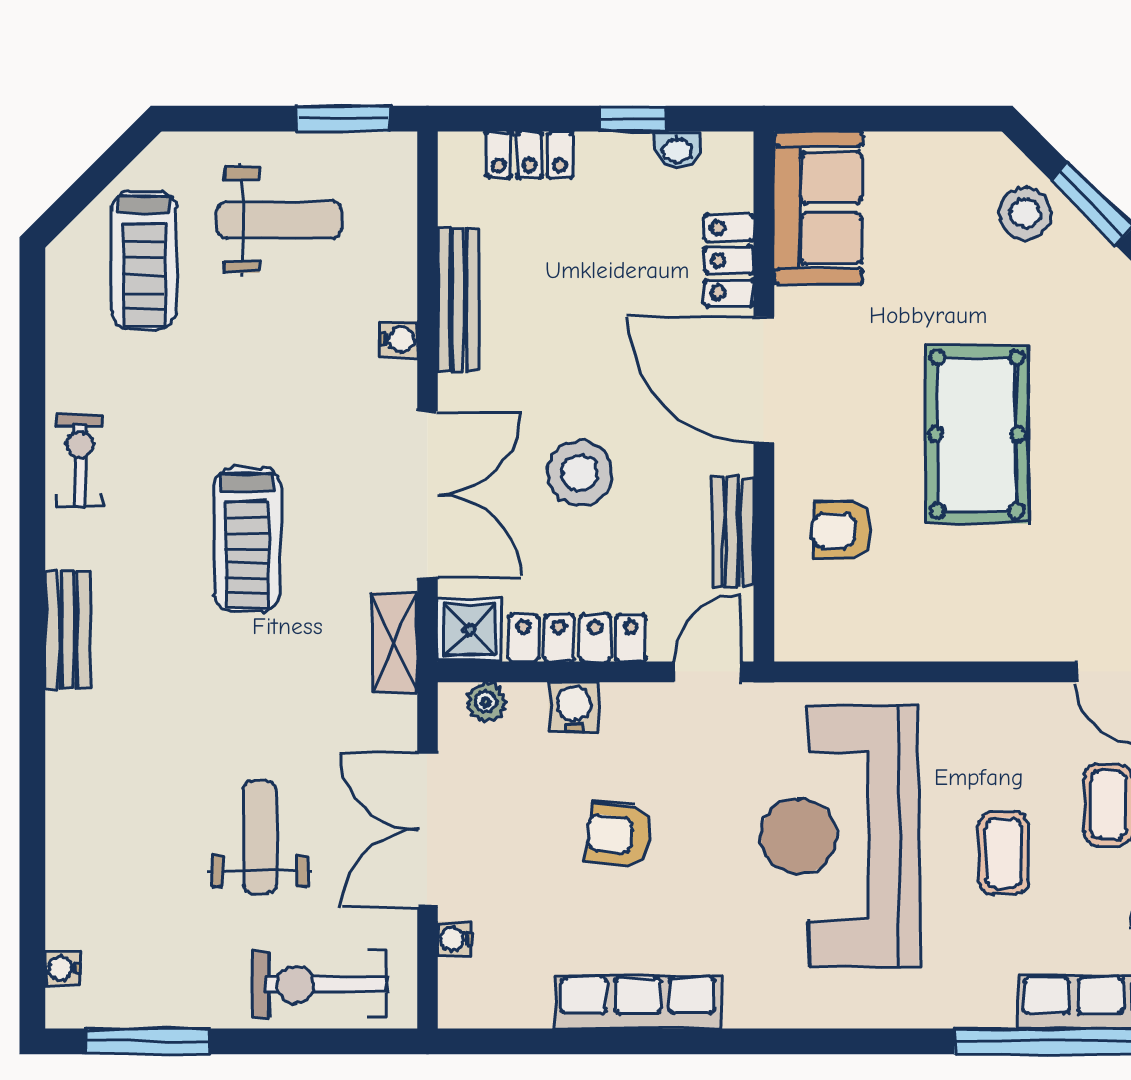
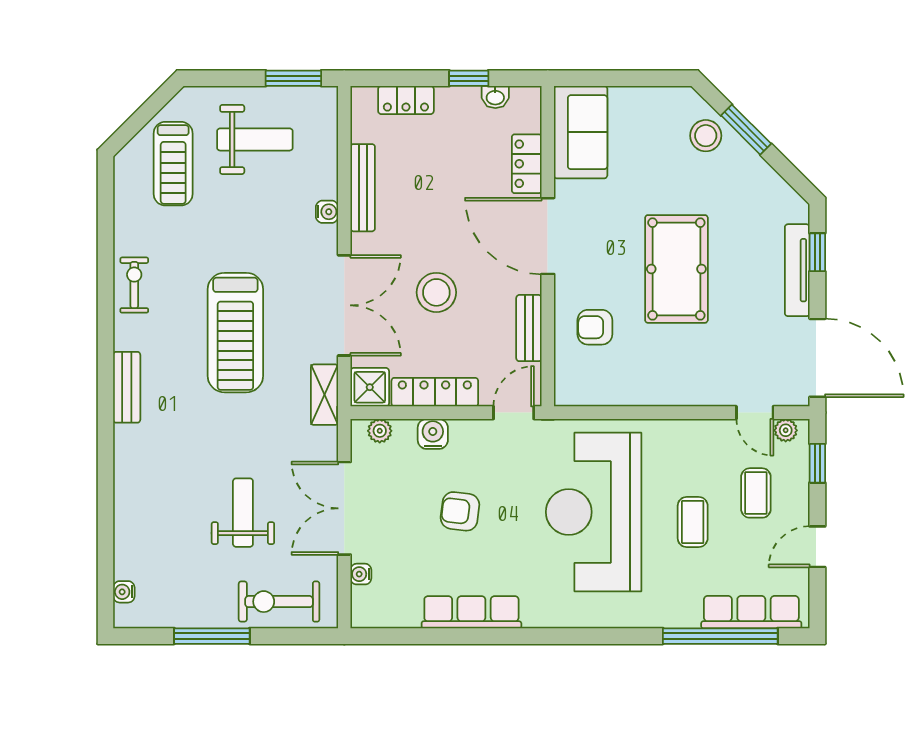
treadmill: (247, 539) -> (235, 333), width x1.37, depth x1.38
window: (147, 1041) -> (212, 636), moved

